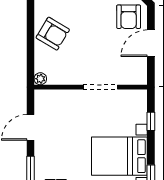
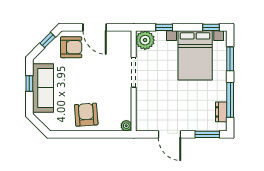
armchair: (53, 34) -> (86, 115), turned -35
plant: (137, 100) -> (145, 40), added

